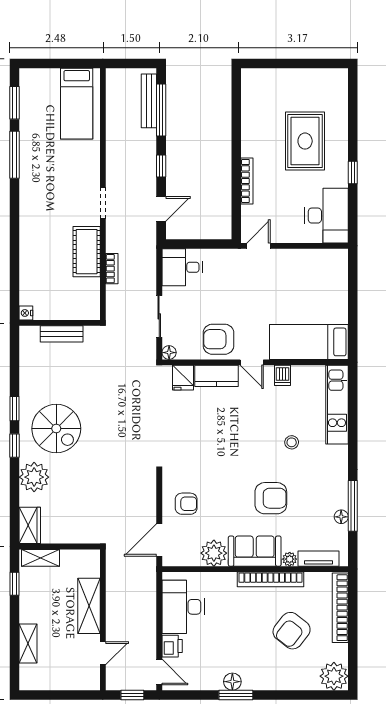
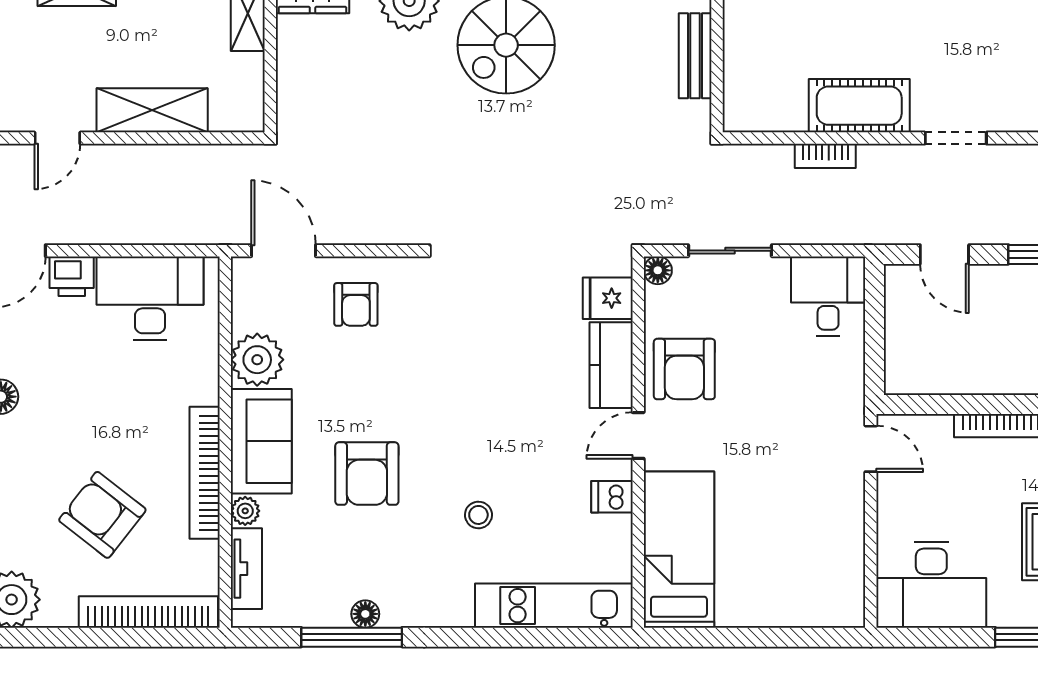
armchair: (218, 339) -> (684, 369), turned 180
floor lamp: (341, 517) -> (365, 614), moved
door: (103, 653) -> (57, 138), hinge flipped

